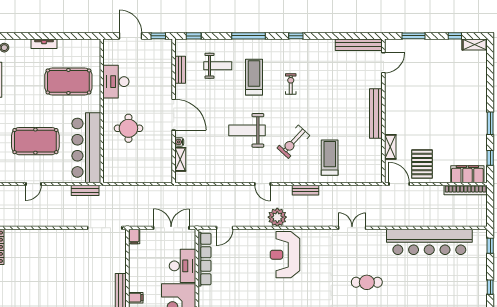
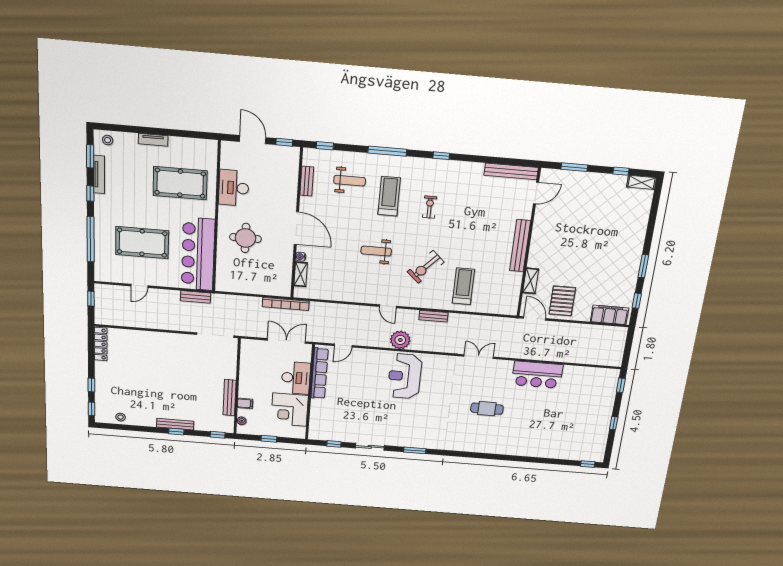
weight bench: (247, 130) -> (376, 251), width x0.73, depth x0.75
bookcase: (466, 190) -> (286, 304), moved
filing cabinet: (134, 237) -> (246, 346), removed
bar counter: (429, 242) -> (537, 375), width x0.54

